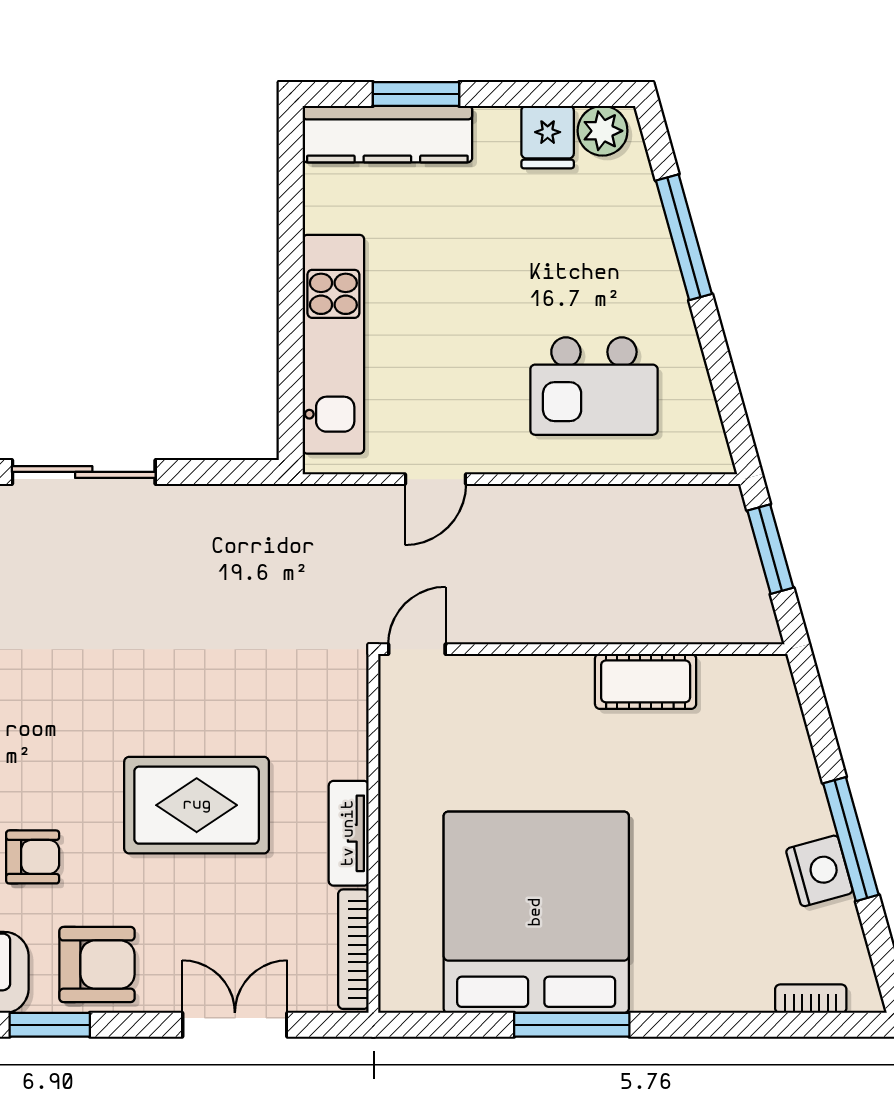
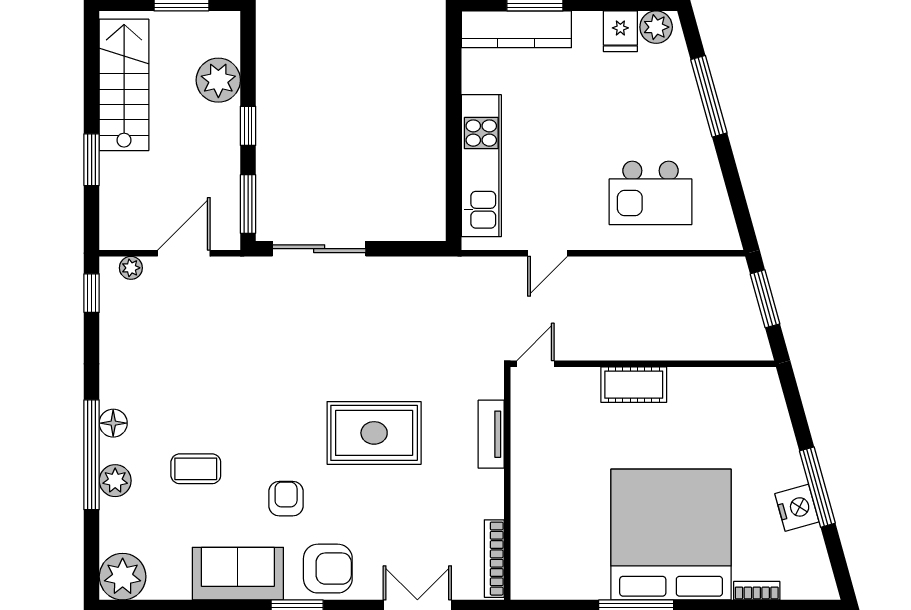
cot: (646, 681) -> (634, 385), moved
rug: (197, 805) -> (374, 433), moved
tv unit: (349, 833) -> (491, 434), moved
armchair: (33, 857) -> (286, 499), turned -90
bed: (536, 912) -> (671, 535), moved
bookcase: (811, 999) -> (757, 591), moved

